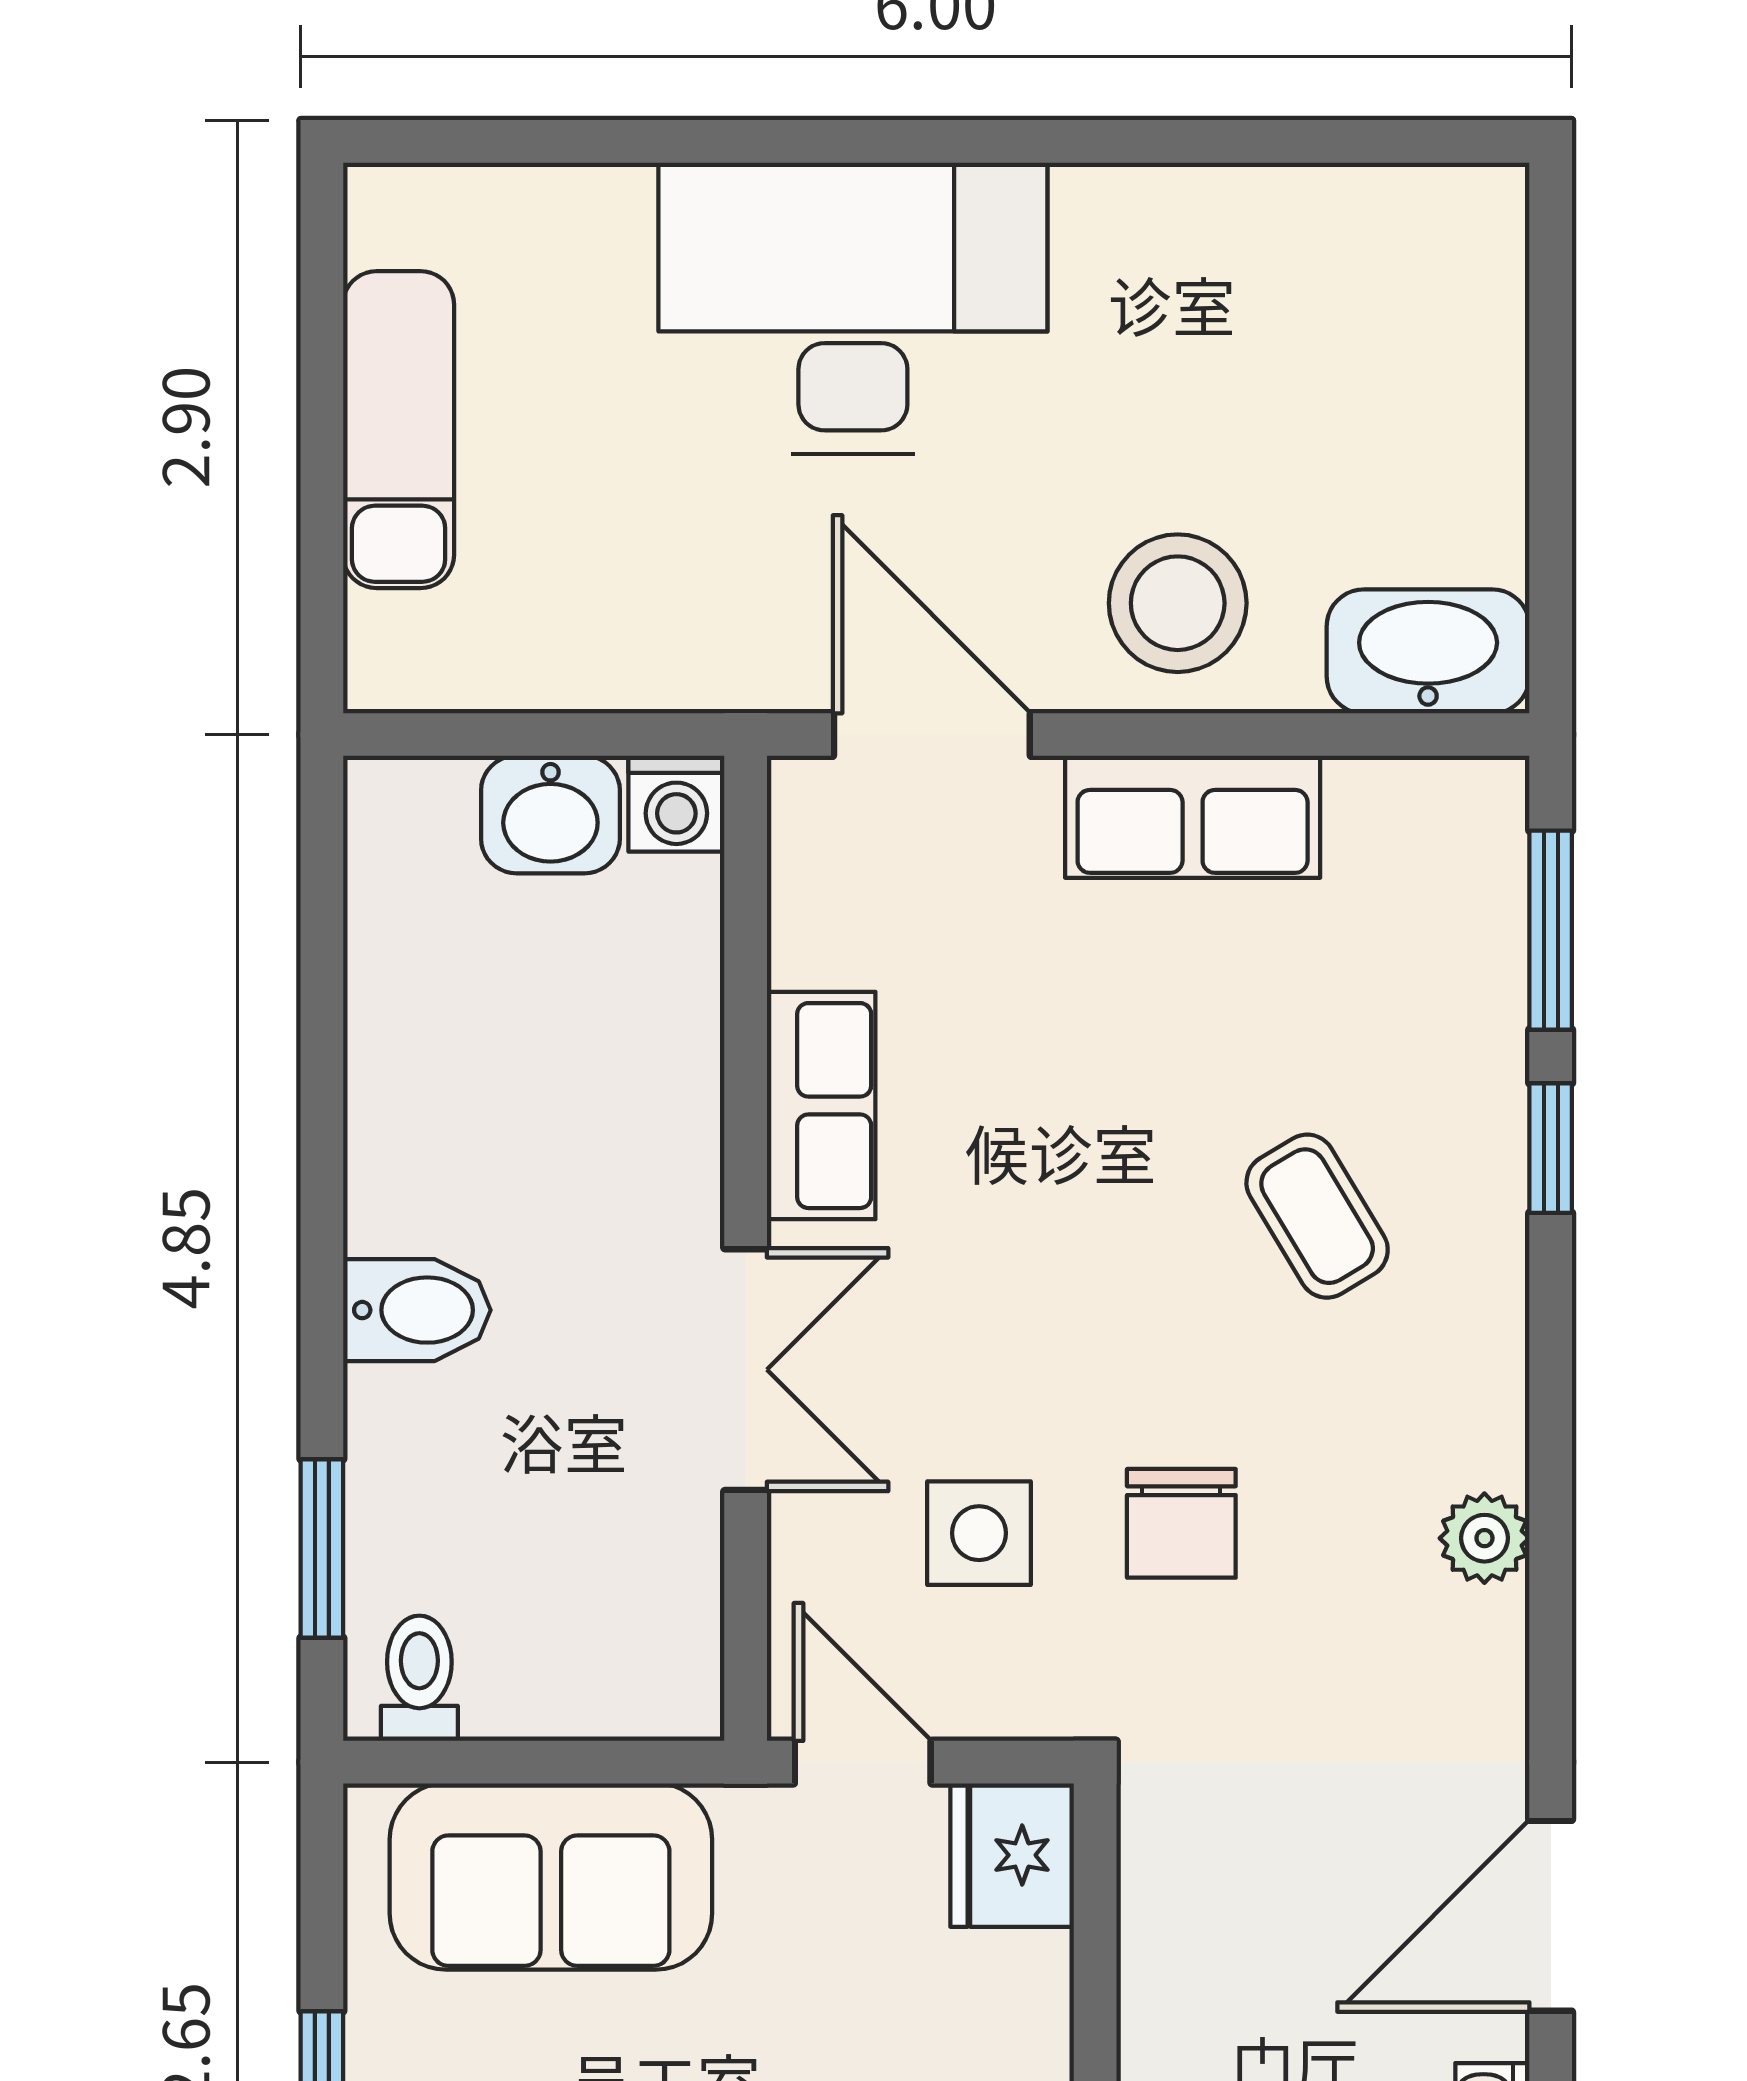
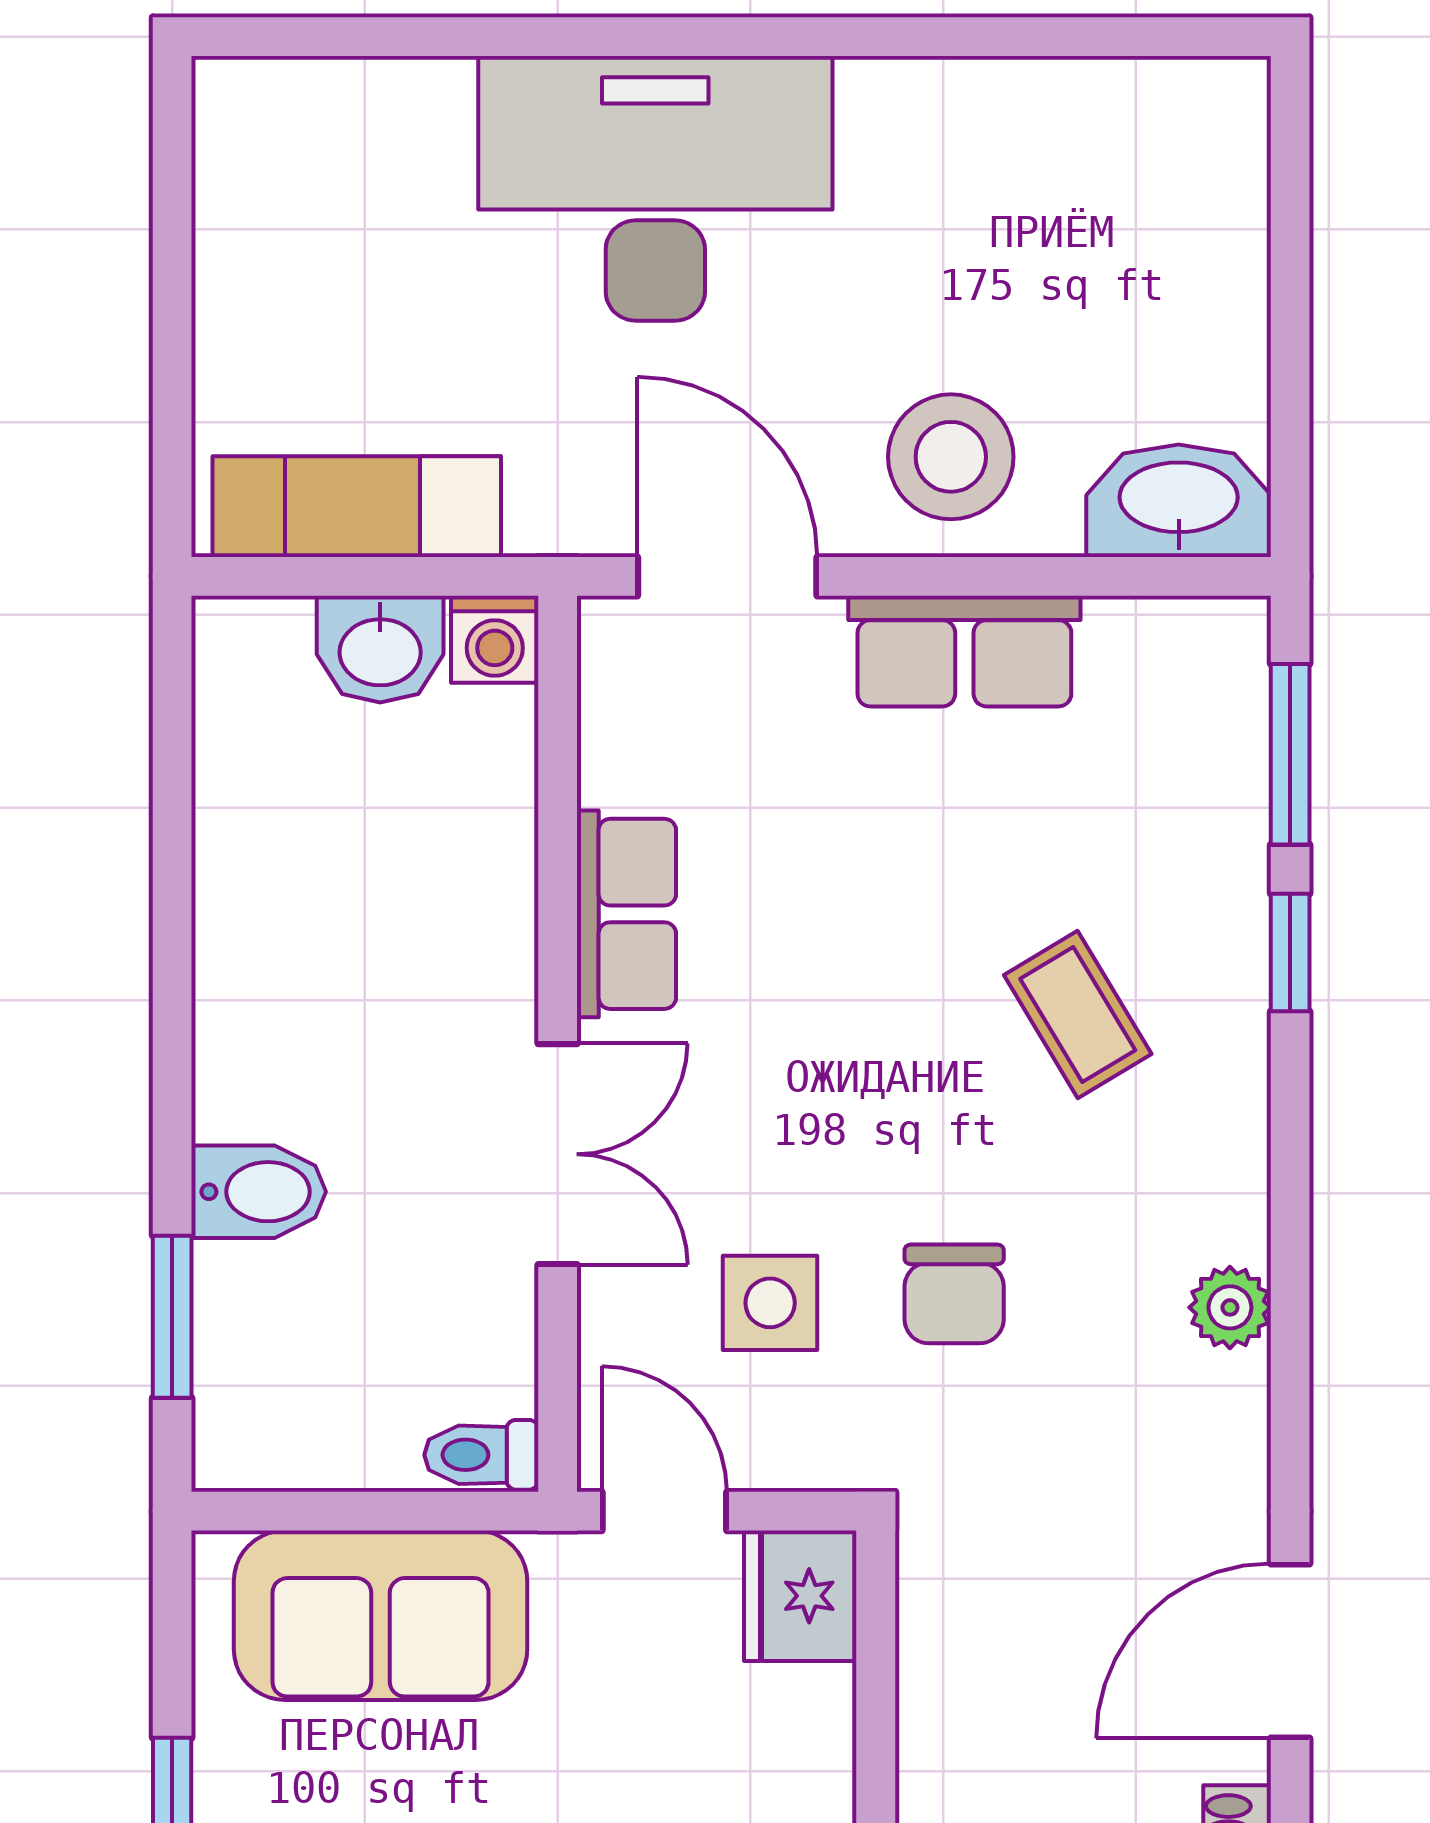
exam couch: (399, 430) -> (357, 507), moved, turned -90
bidet: (417, 1310) -> (259, 1192), moved
toilet: (419, 1678) -> (481, 1455), moved, turned -90

